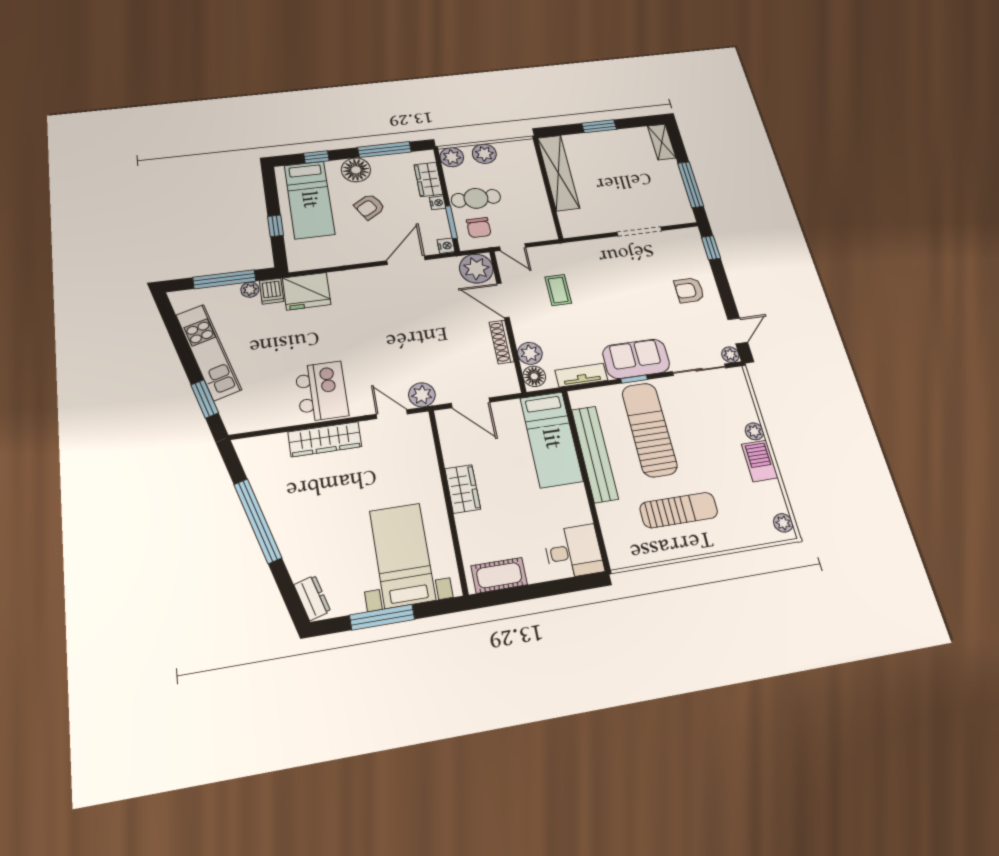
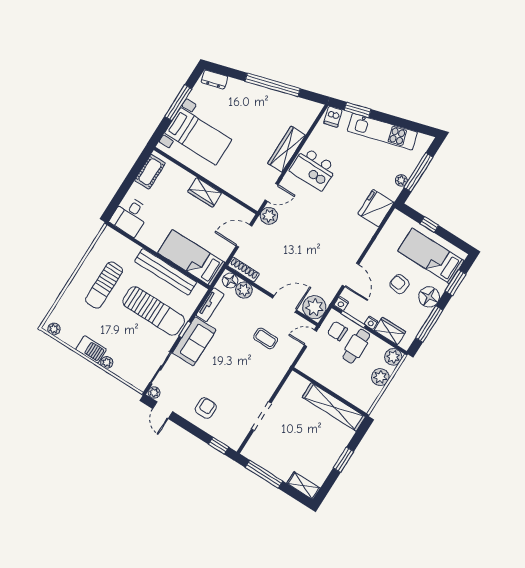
window: (316, 157) -> (455, 283), width x1.50
armchair: (370, 207) -> (399, 284), turned -51
dishwasher: (272, 291) -> (333, 117), moved, turned -106
shoe rack: (502, 342) -> (243, 270), moved

